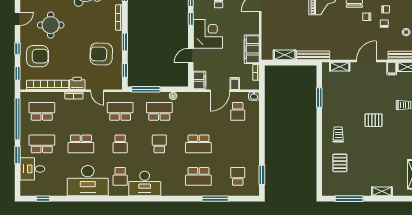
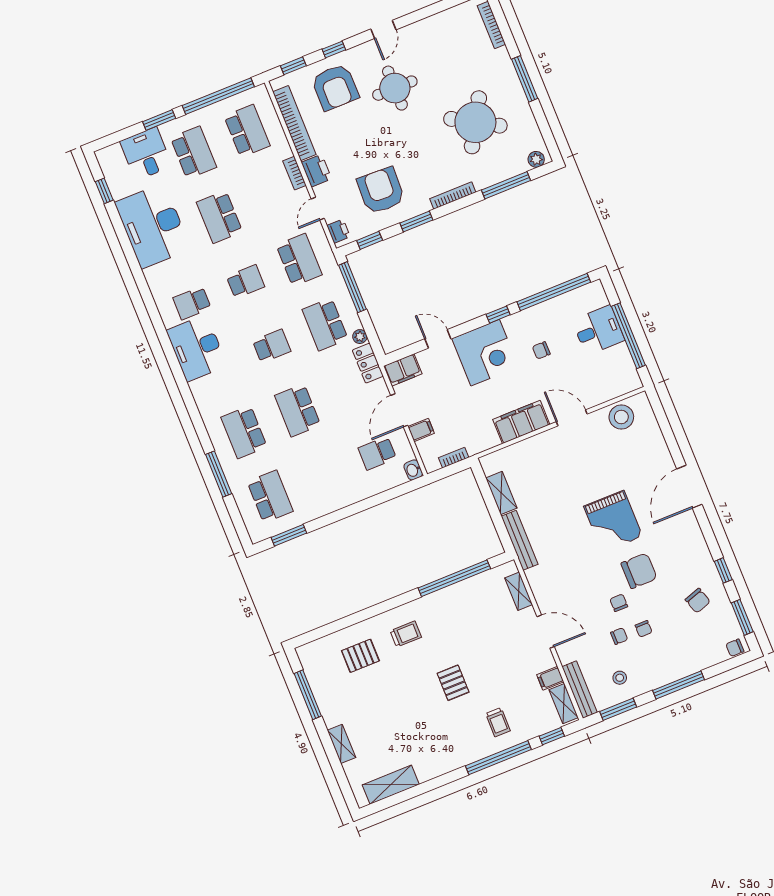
door: (18, 19) -> (383, 29), hinge flipped
filing cabinet: (252, 49) -> (521, 422), moved
printer: (113, 85) -> (338, 231), added
door: (220, 91) -> (399, 410), hinge flipped
locker: (189, 97) -> (368, 363), added
window: (319, 97) -> (454, 578), width x2.11
school desk: (159, 111) -> (325, 324), turned 180
school desk: (120, 144) -> (246, 281), turned 180
school desk: (238, 176) -> (270, 497), width x1.85
desk: (88, 181) -> (153, 226), moved

